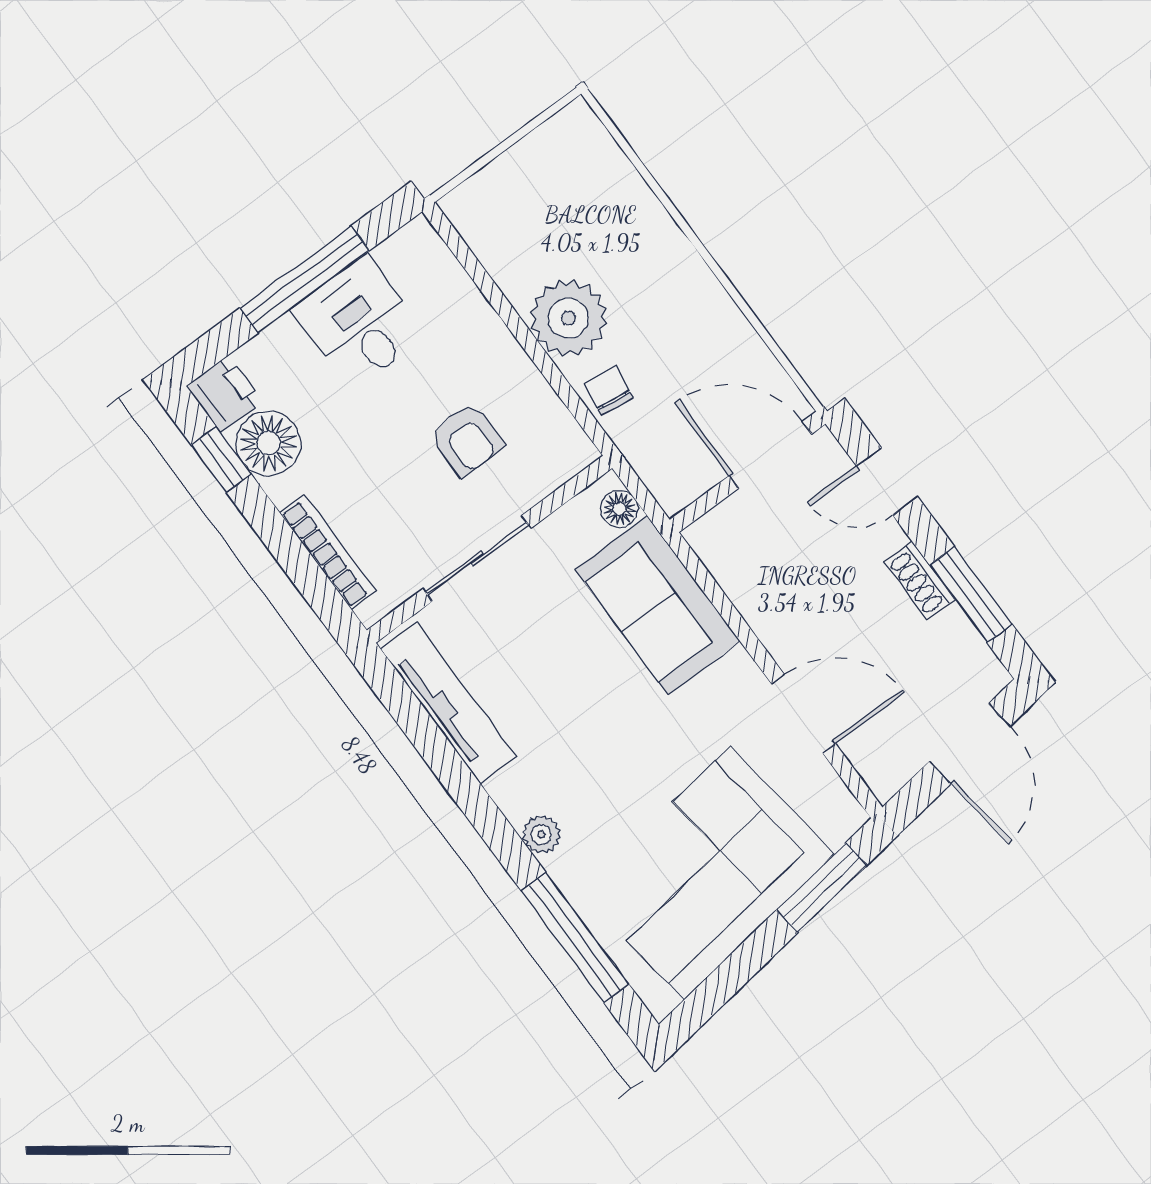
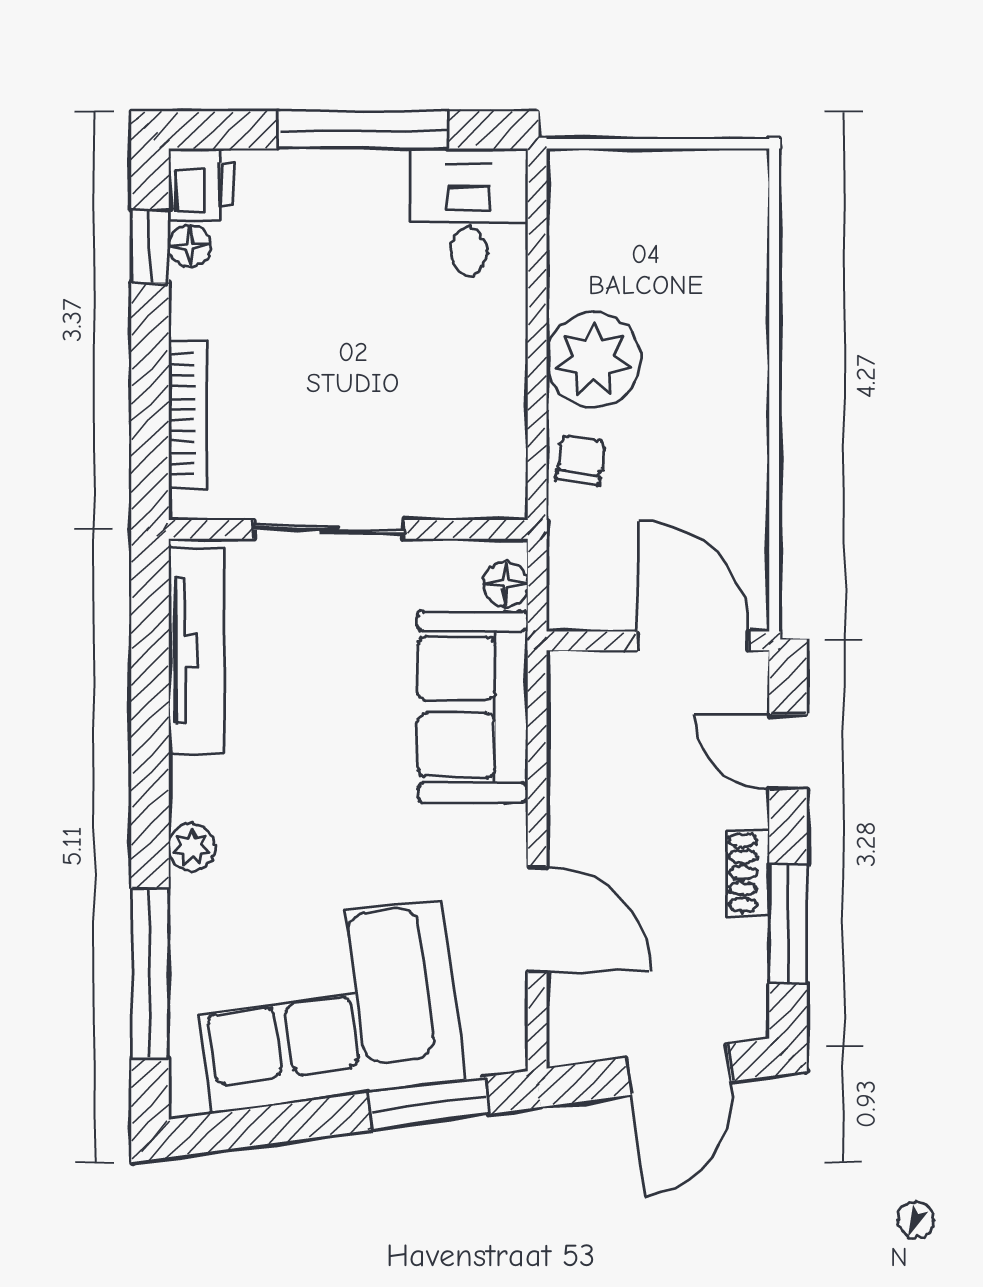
desk: (359, 323) -> (469, 212), moved
armchair: (467, 440) -> (405, 405), removed
floor lamp: (268, 443) -> (190, 246), width x0.53, depth x0.53

